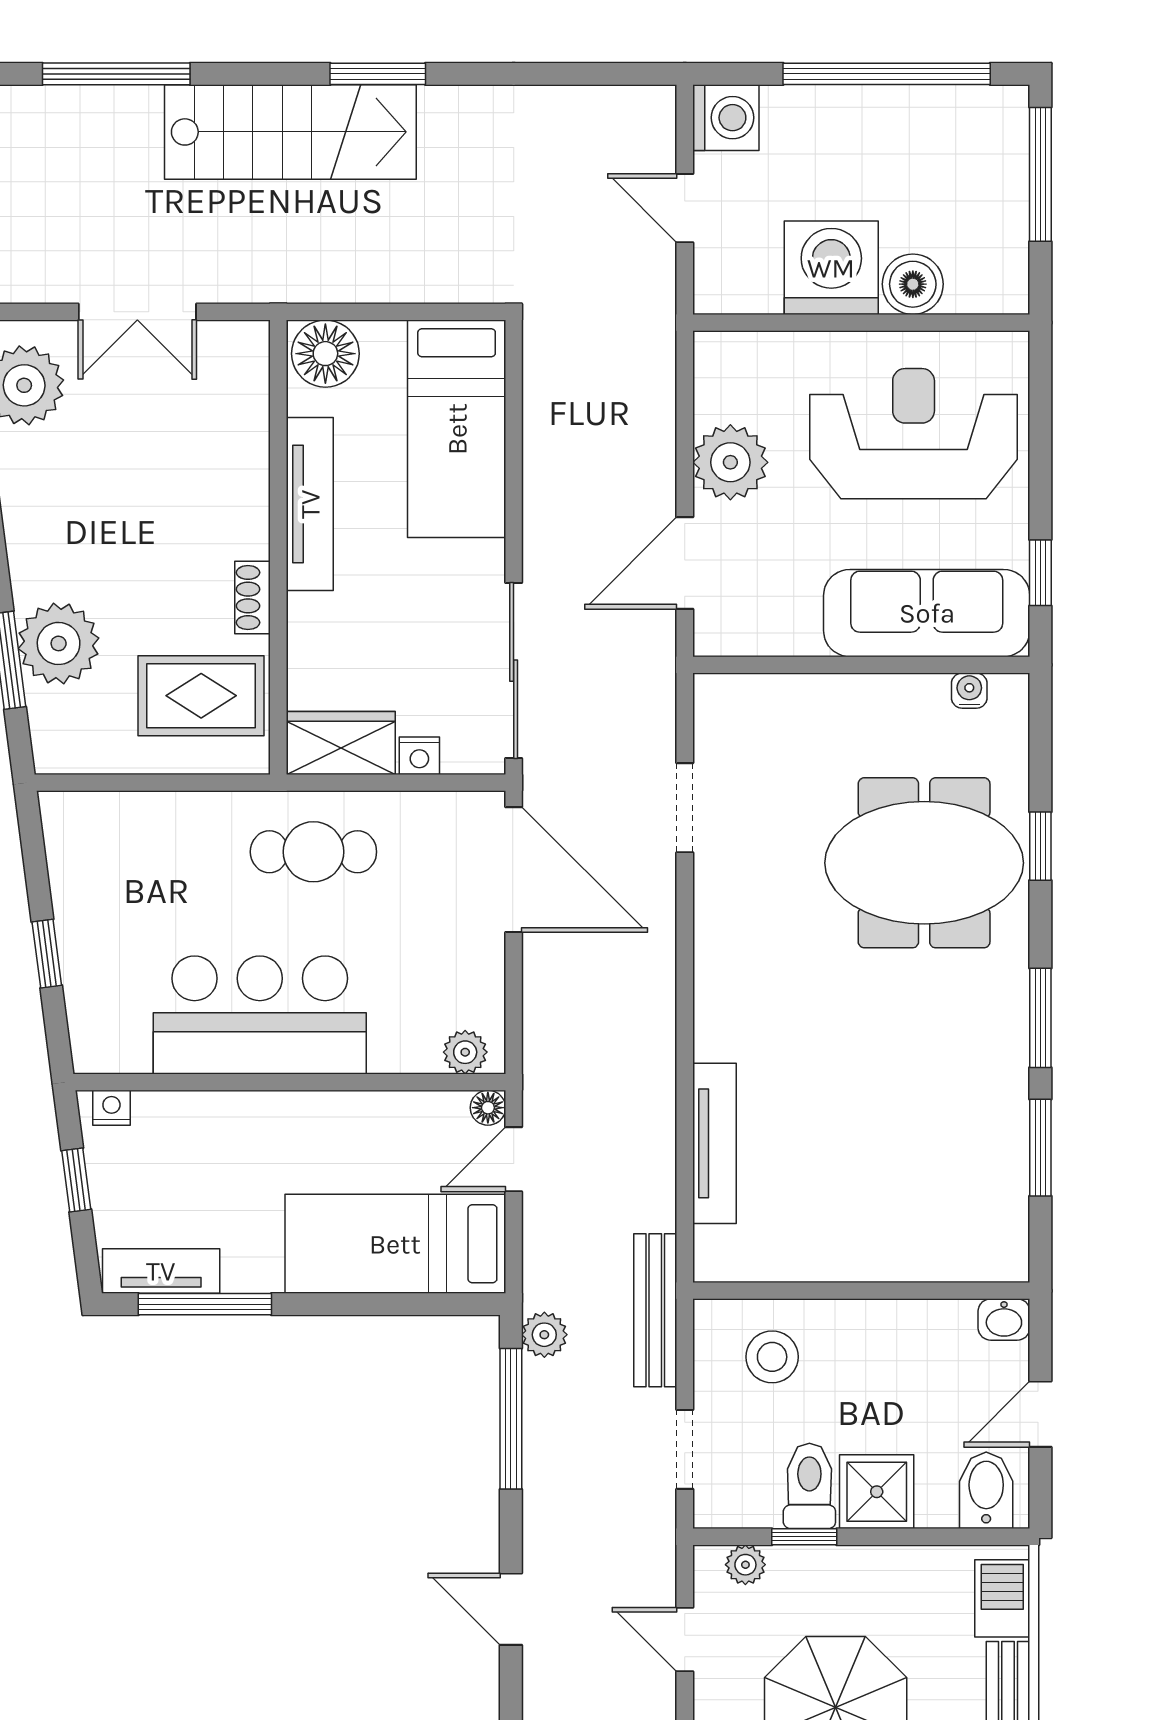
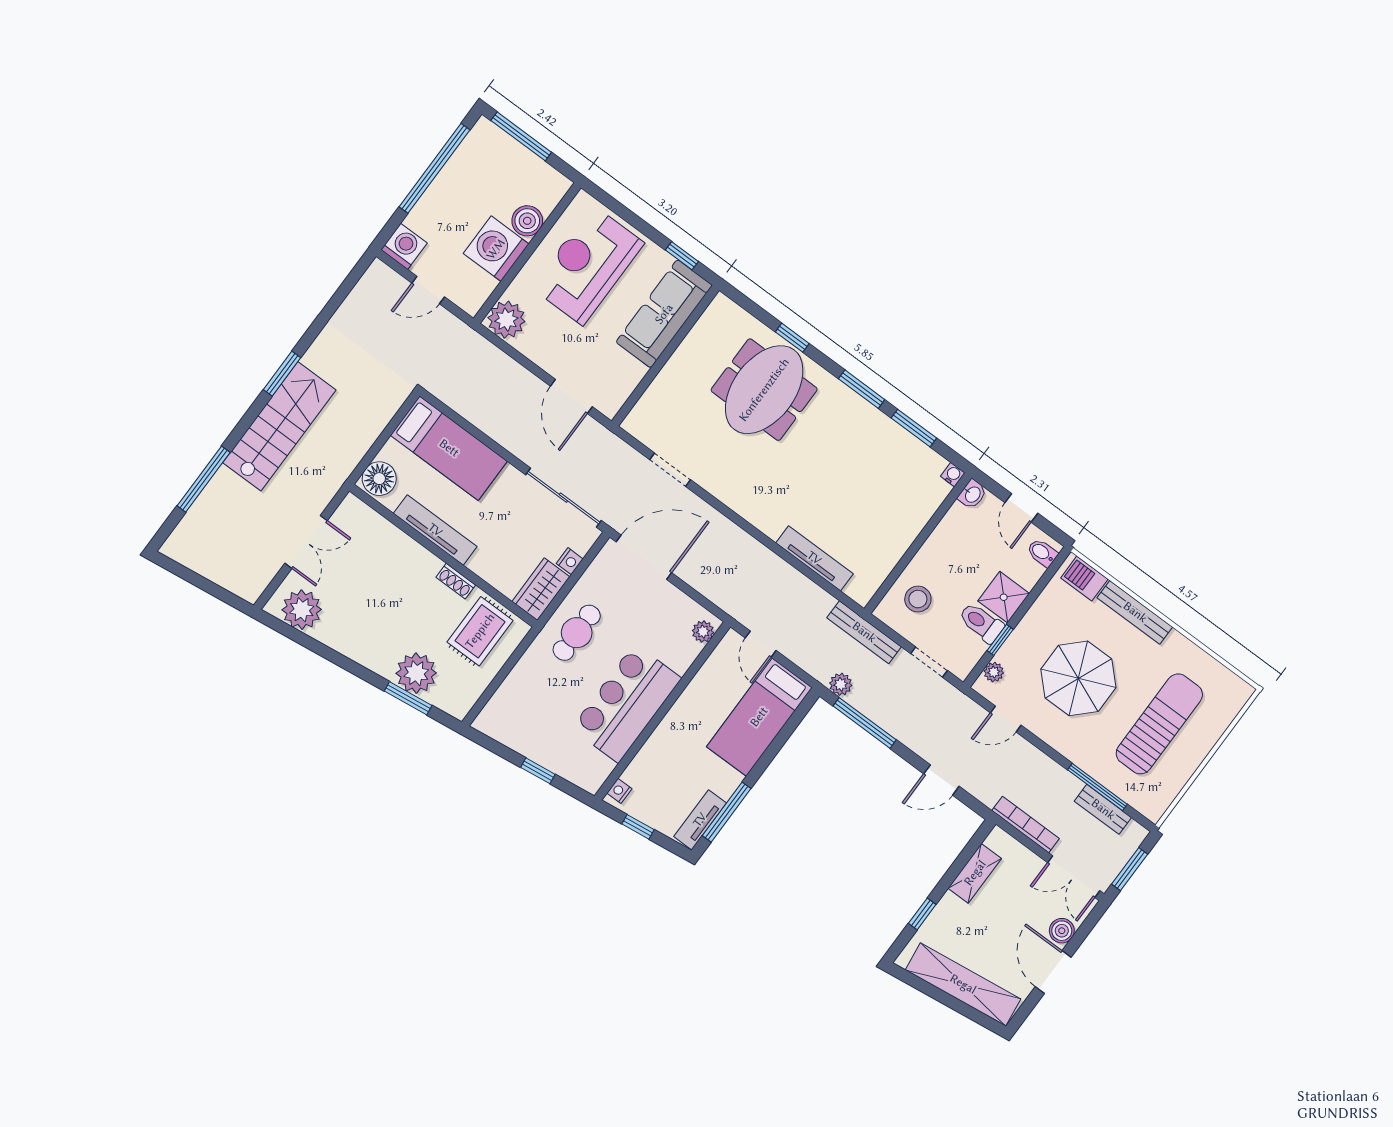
plant: (730, 462) -> (506, 320), moved
water cooler: (969, 691) -> (953, 475), moved, turned 90
floor lamp: (488, 1108) -> (732, 639), removed
bidet: (986, 1490) -> (1042, 553), width x0.72, depth x0.74

